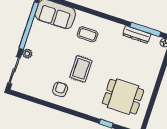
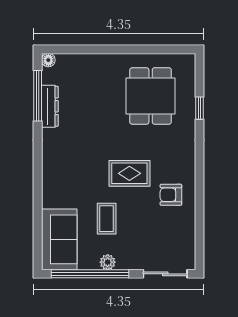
coffee table: (87, 34) -> (107, 219), moved
plant: (27, 54) -> (108, 262), moved

